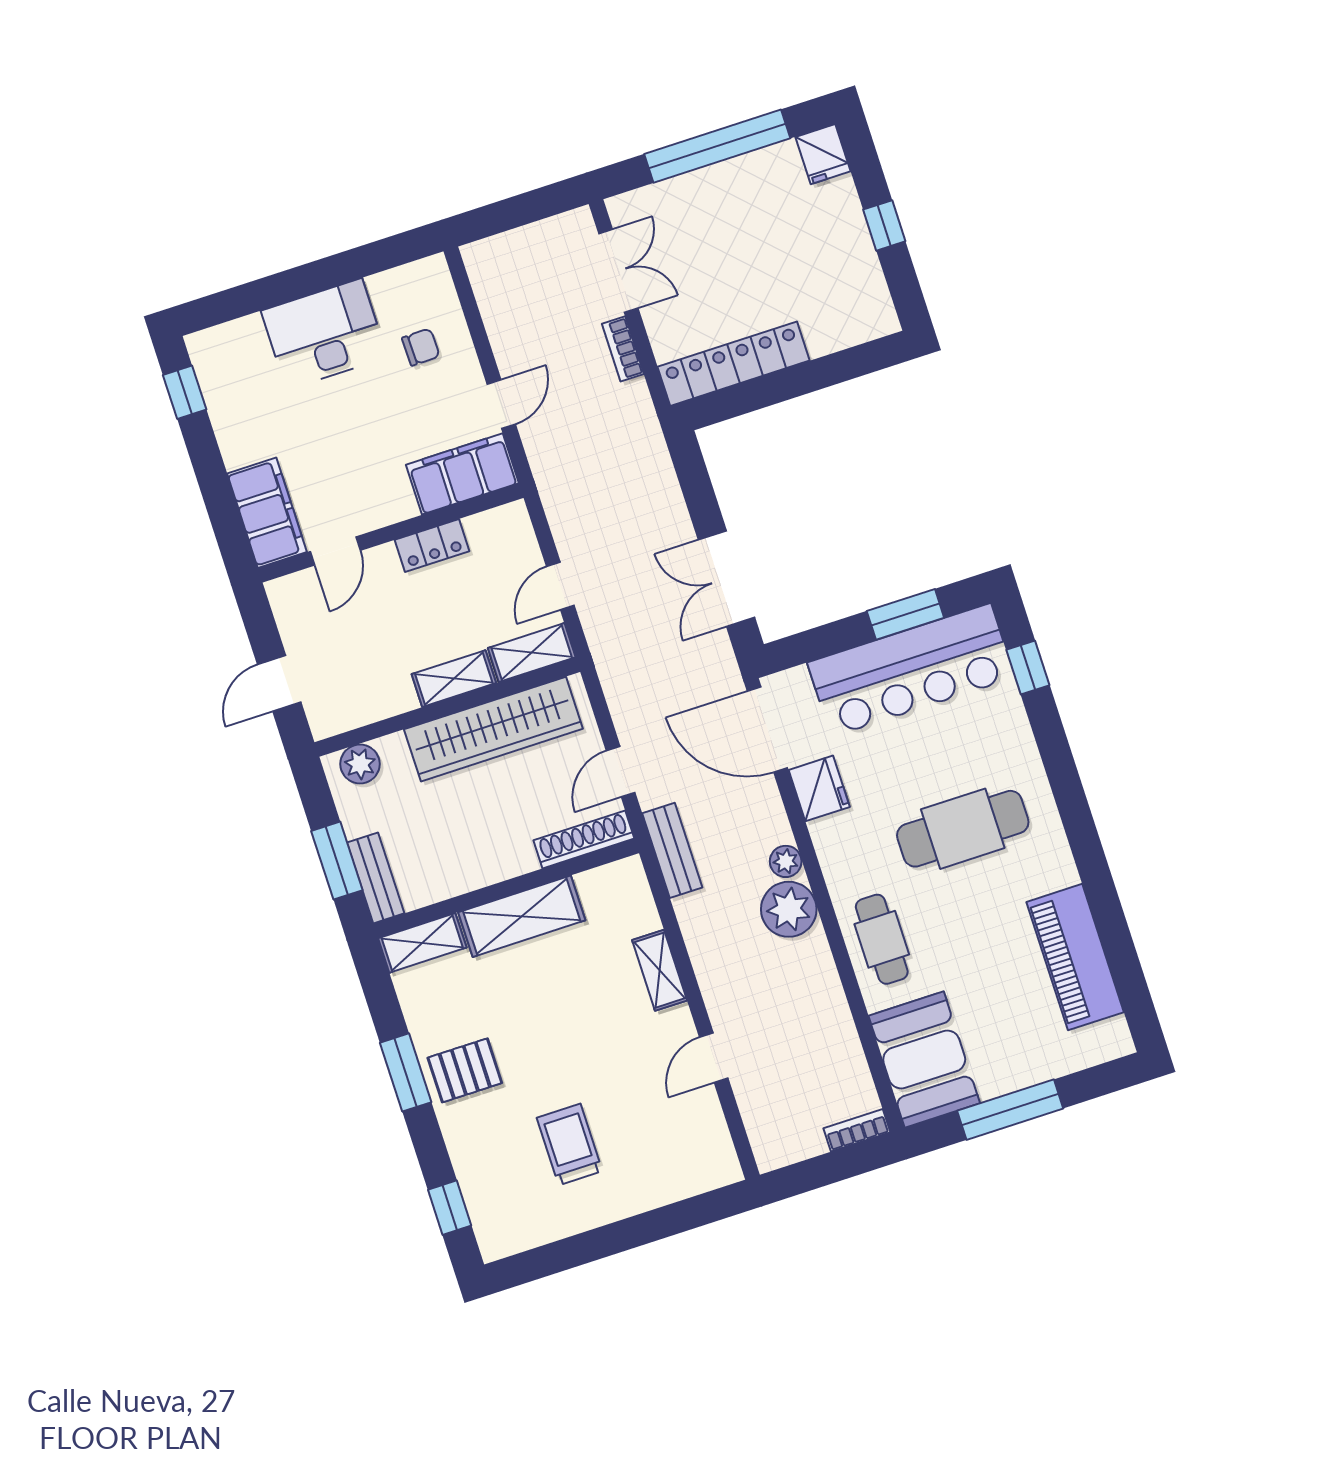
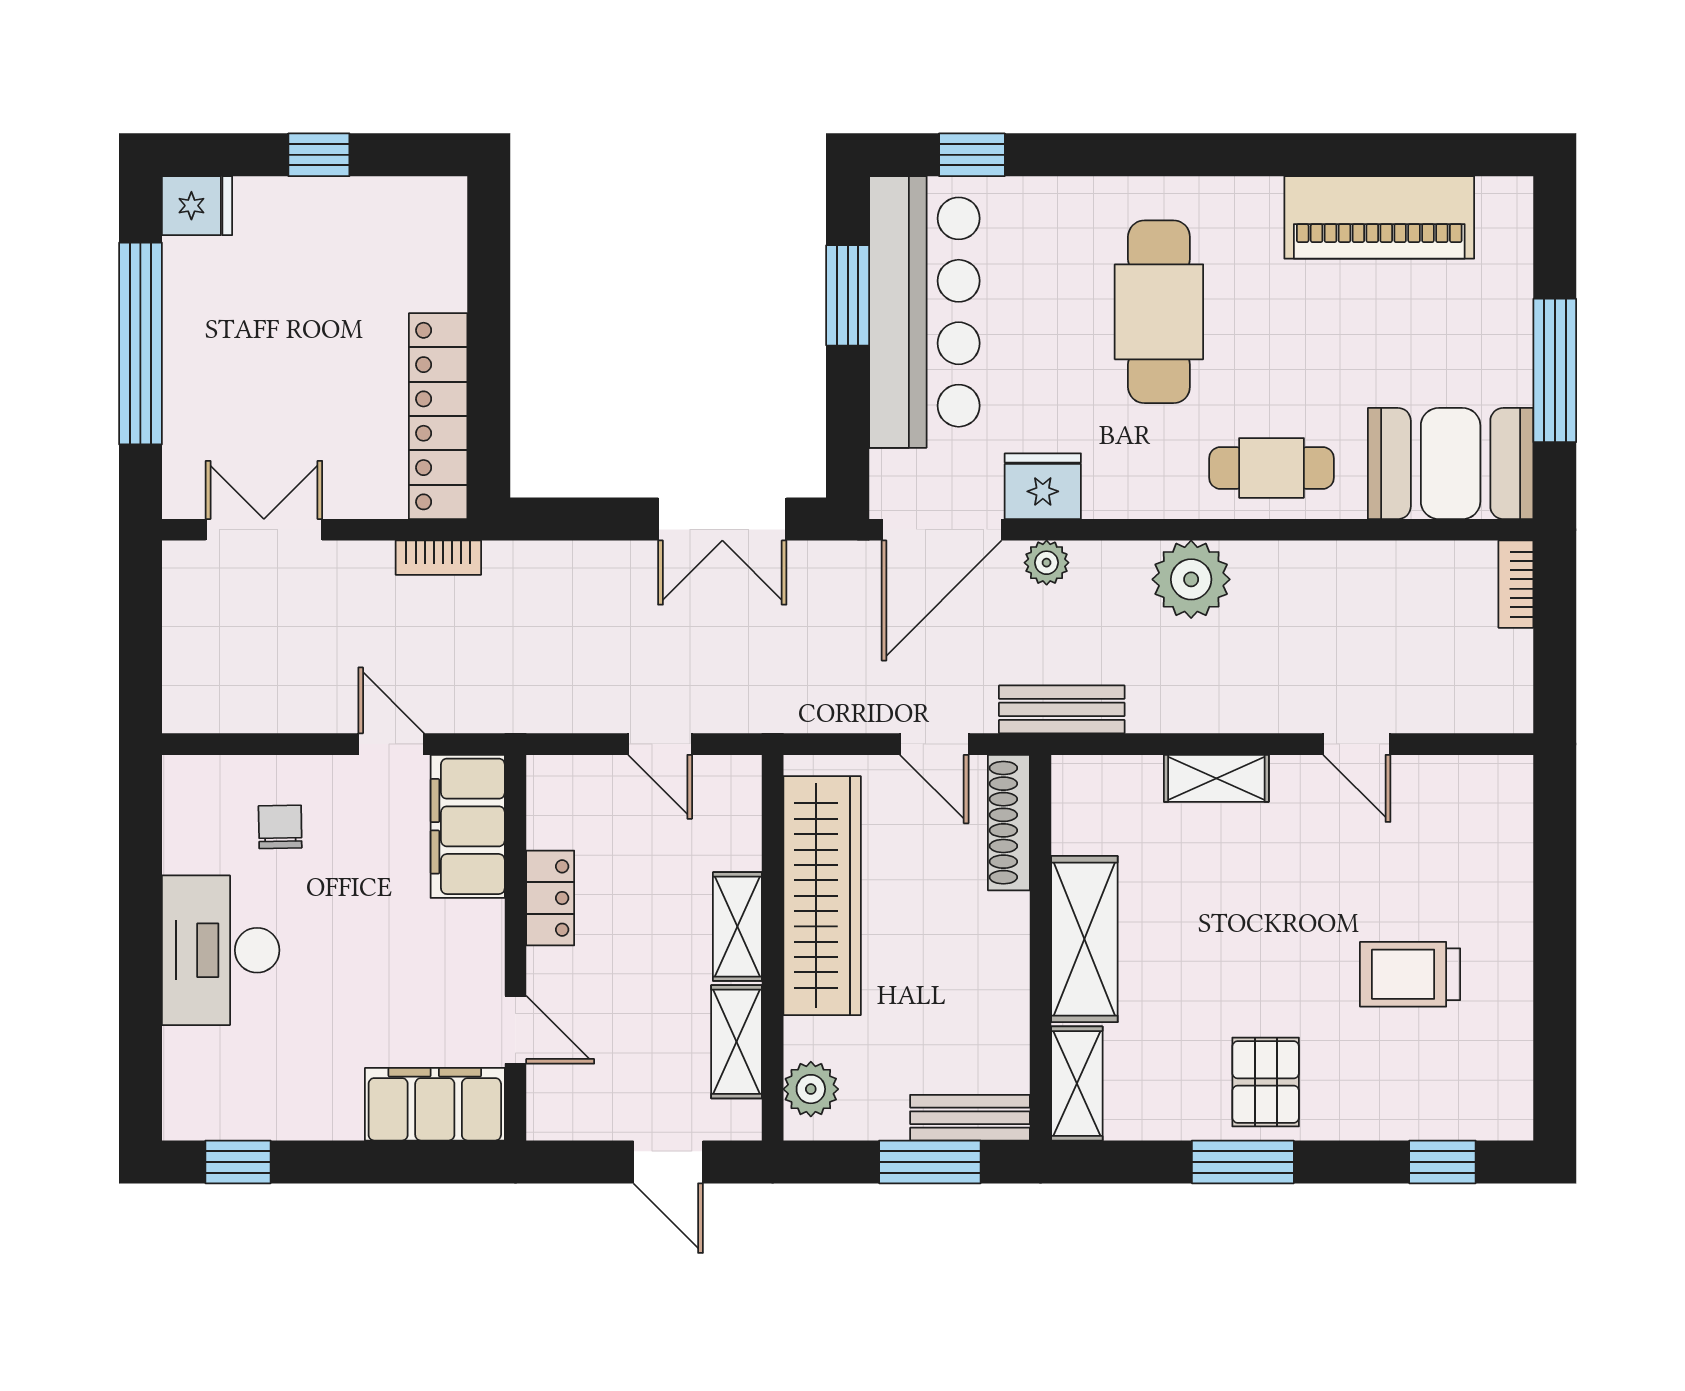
bookcase: (623, 349) -> (438, 558), moved
shelving: (532, 653) -> (736, 1042), moved
plant: (786, 861) -> (1047, 563), moved

